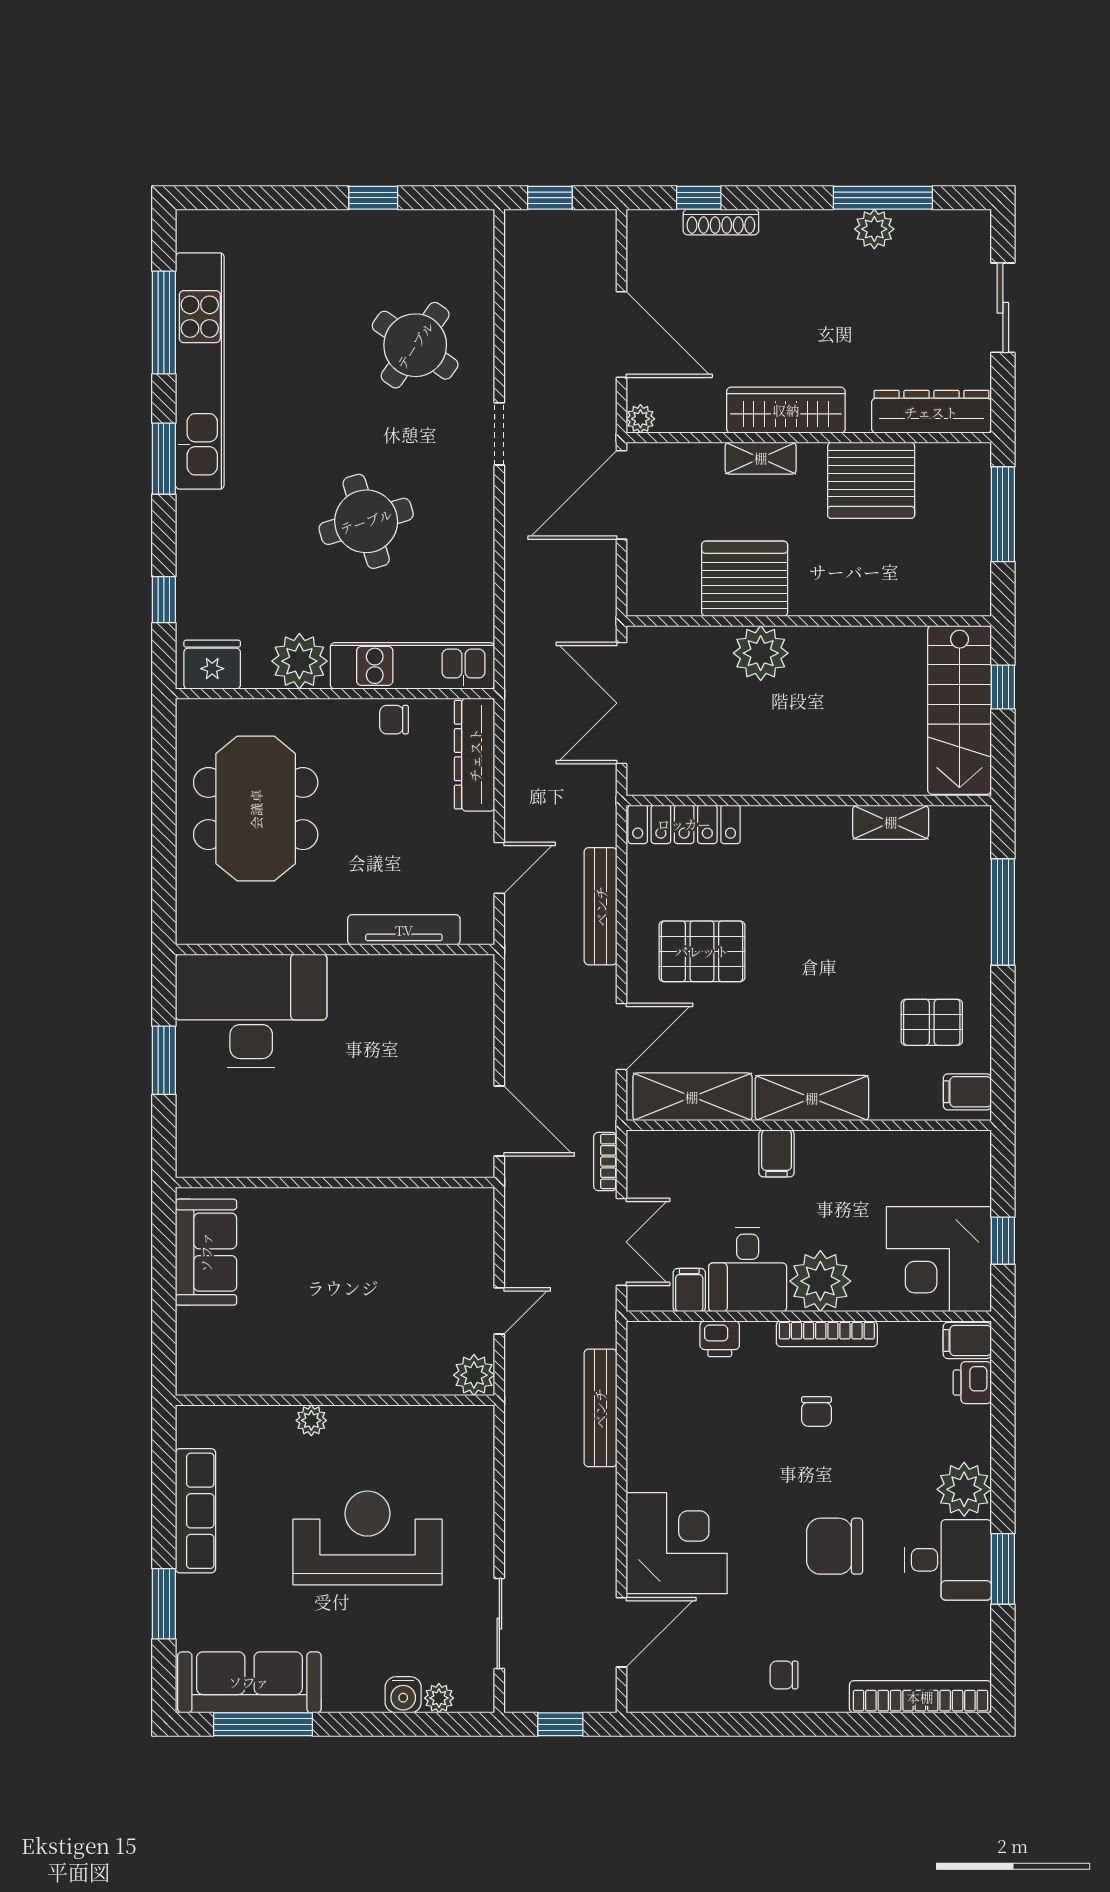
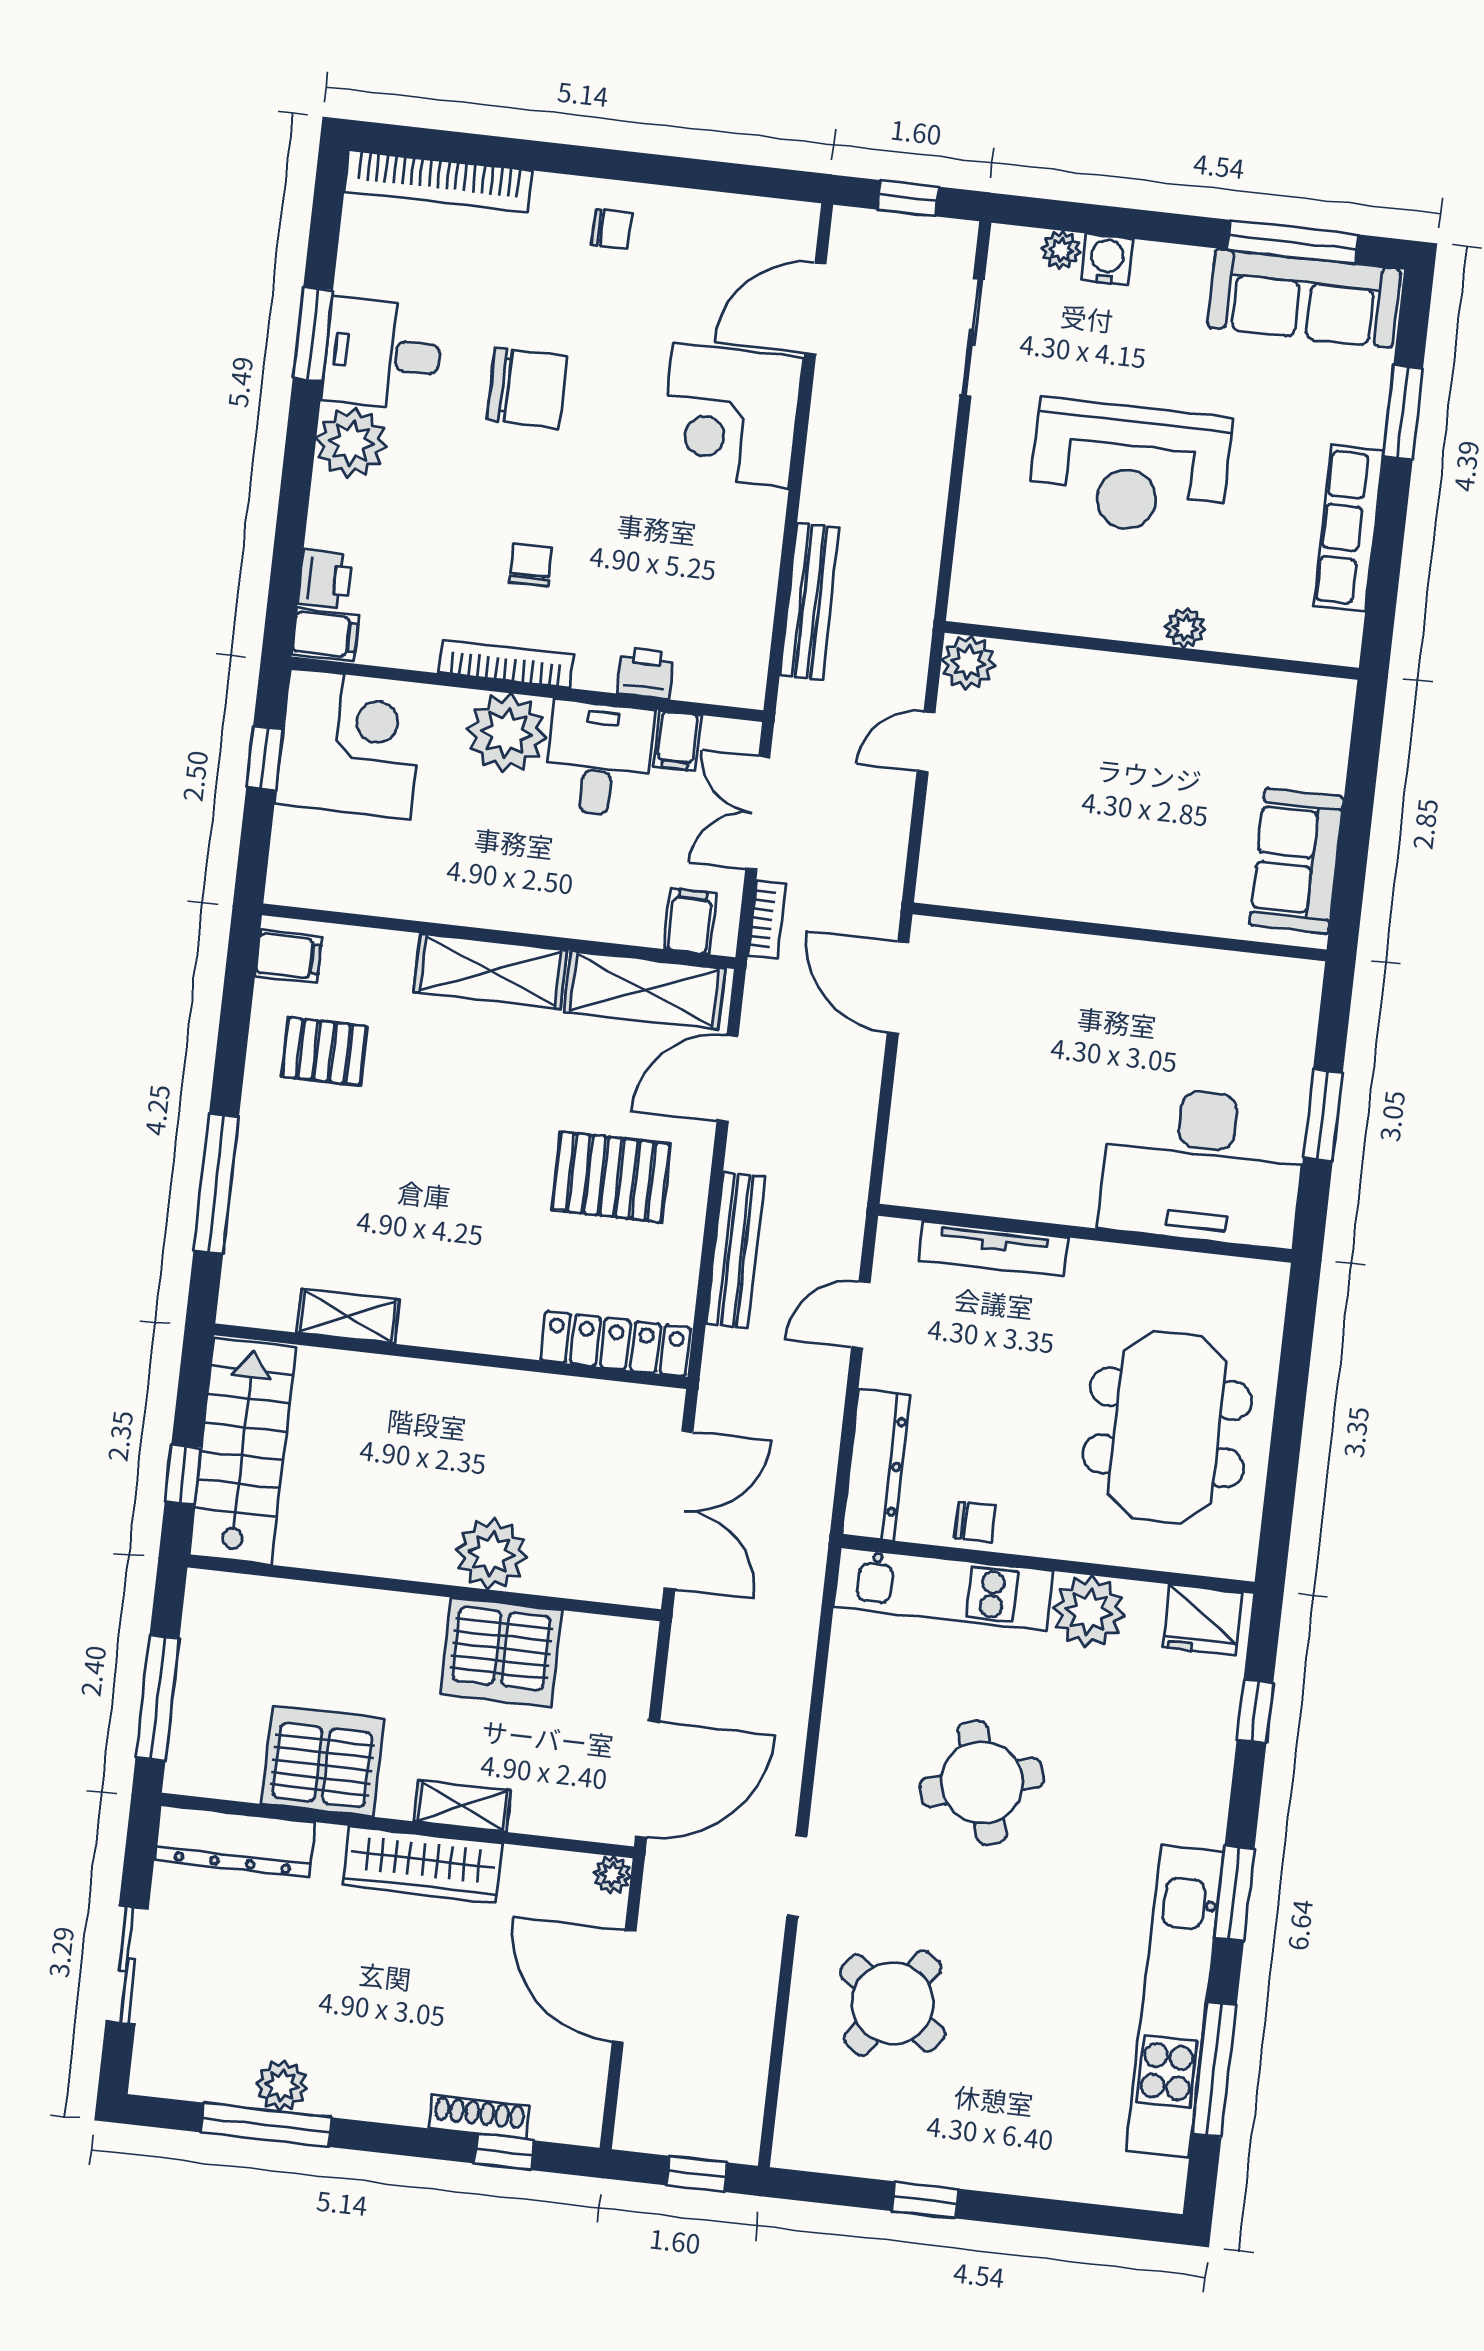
filing cabinet: (777, 1153) -> (690, 921), moved

